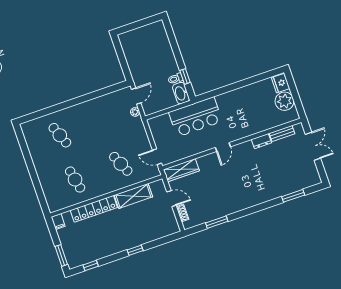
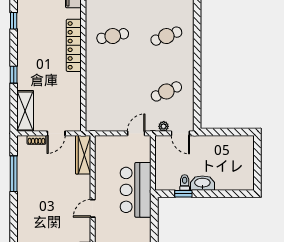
washbasin: (181, 93) -> (202, 183), moved
door: (223, 147) -> (93, 208), hinge flipped
door: (157, 157) -> (136, 133), moved
cafe table: (121, 164) -> (166, 91), moved
shelving: (133, 196) -> (25, 111), moved
window: (217, 222) -> (14, 174), width x1.44

